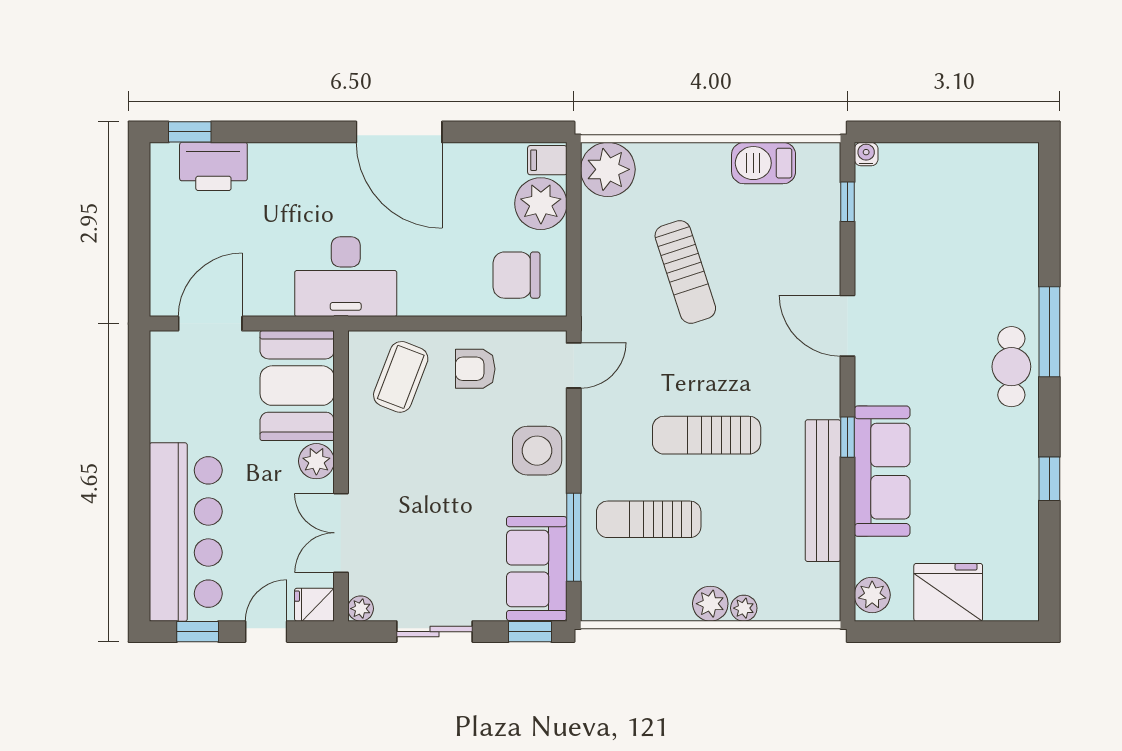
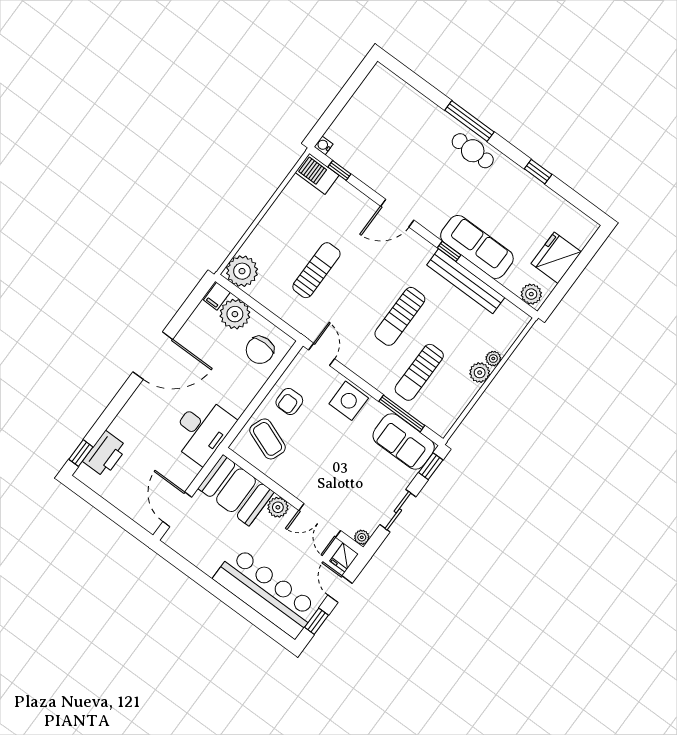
barbecue: (764, 163) -> (317, 174), moved, turned 90
sun lounger: (685, 272) -> (316, 270), turned -72

